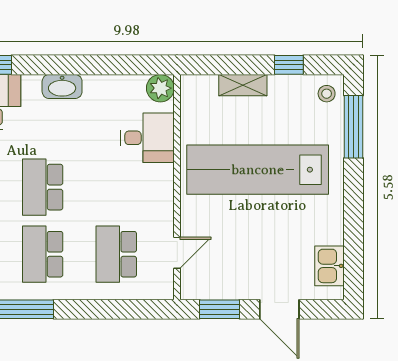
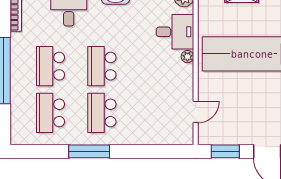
plant: (165, 173) -> (187, 57), added
school desk: (116, 254) -> (153, 113), removed

